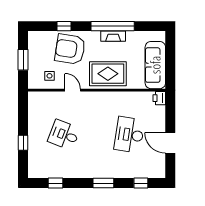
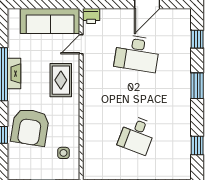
rug: (108, 74) -> (61, 80), width x0.73, depth x0.70
door: (73, 90) -> (81, 44), moved

